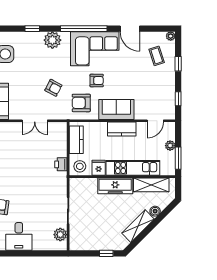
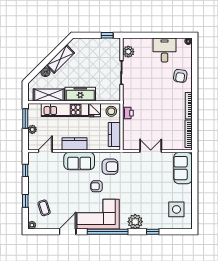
door: (130, 29) -> (68, 232), hinge flipped
armchair: (53, 88) -> (134, 180), removed
window: (106, 253) -> (107, 35), moved

